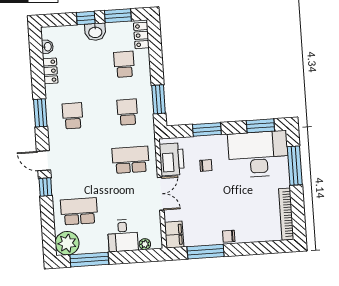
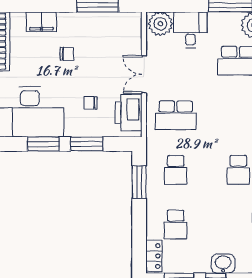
washbasin: (95, 32) -> (223, 264), moved
window: (260, 126) -> (43, 144), moved
filing cabinet: (174, 235) -> (41, 22), moved, turned -90
chair: (229, 236) -> (67, 54), moved
plant: (145, 244) -> (160, 24), width x1.88, depth x1.88

